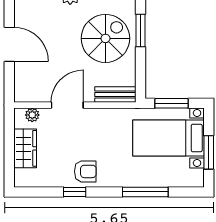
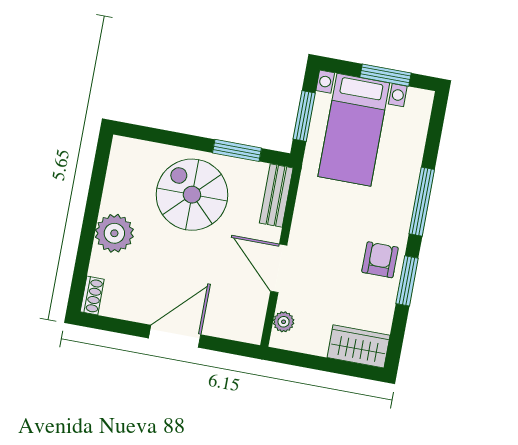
window: (140, 31) -> (237, 150), moved
wardrobe: (25, 148) -> (359, 346), moved
window: (75, 192) -> (407, 281), width x1.50
window: (145, 192) -> (422, 202), moved

